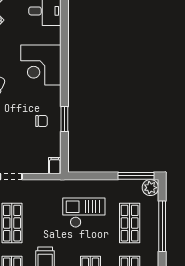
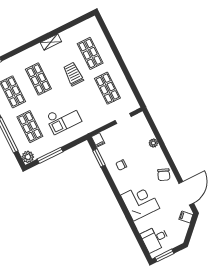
window: (64, 119) -> (99, 158), moved
window: (136, 176) -> (50, 155), moved

